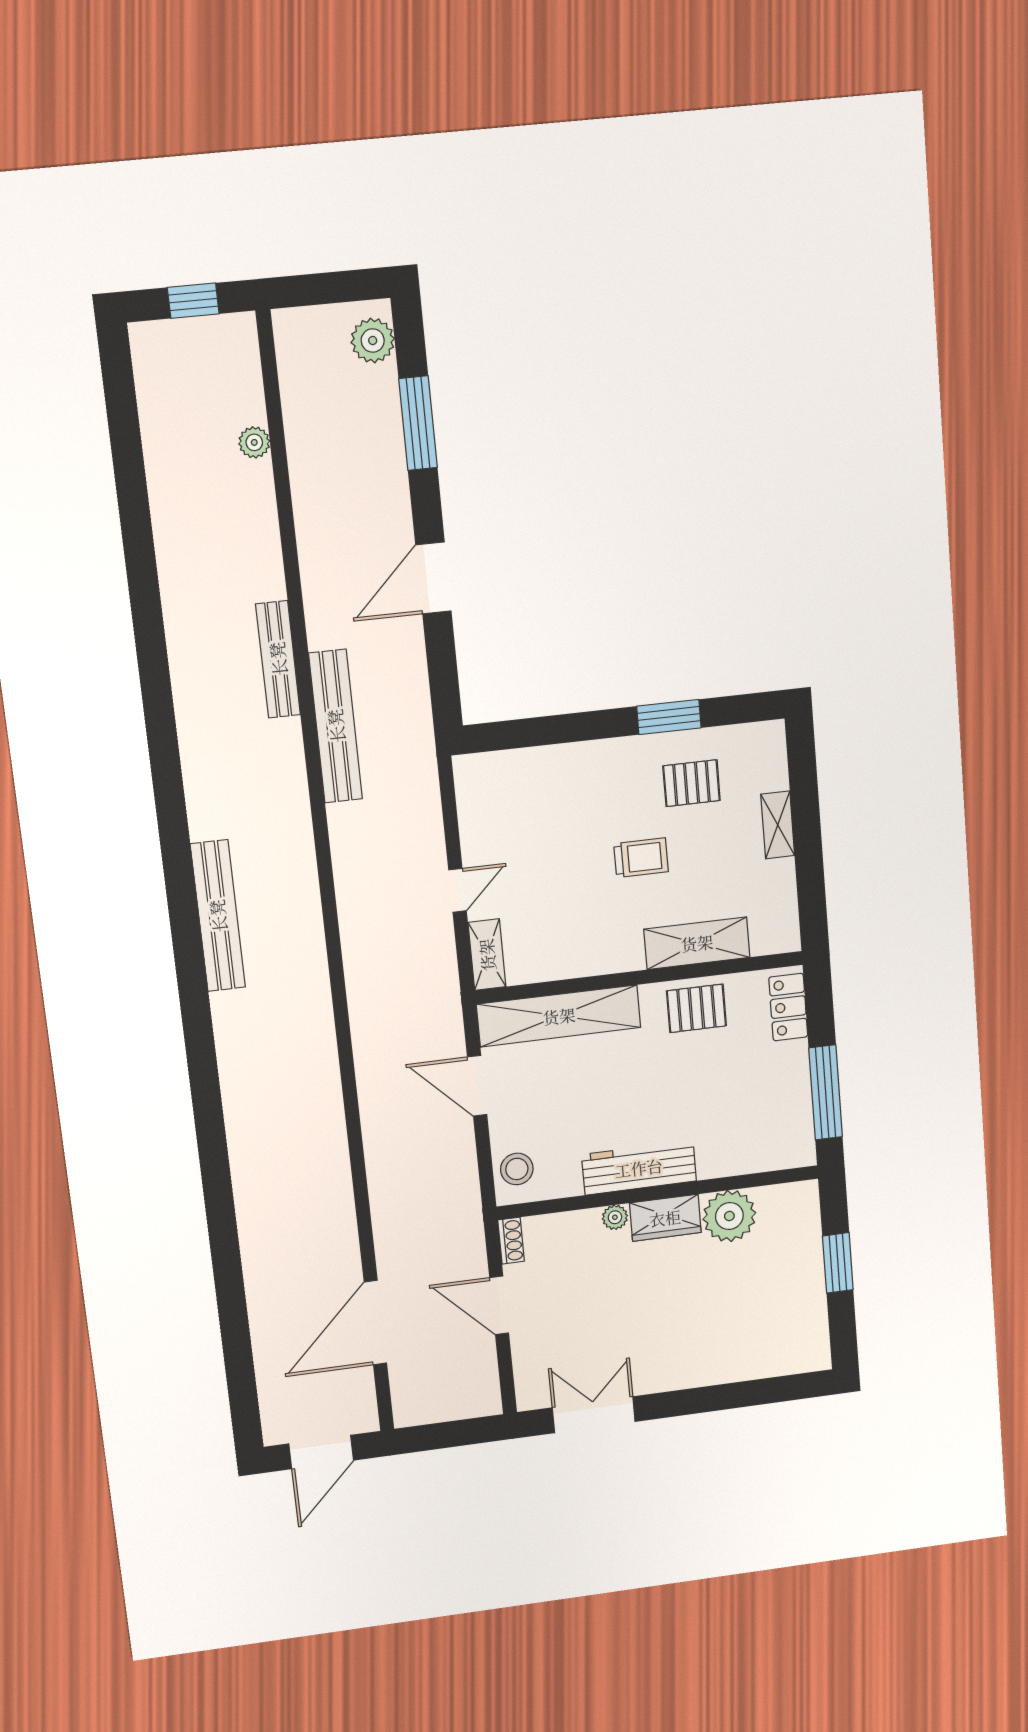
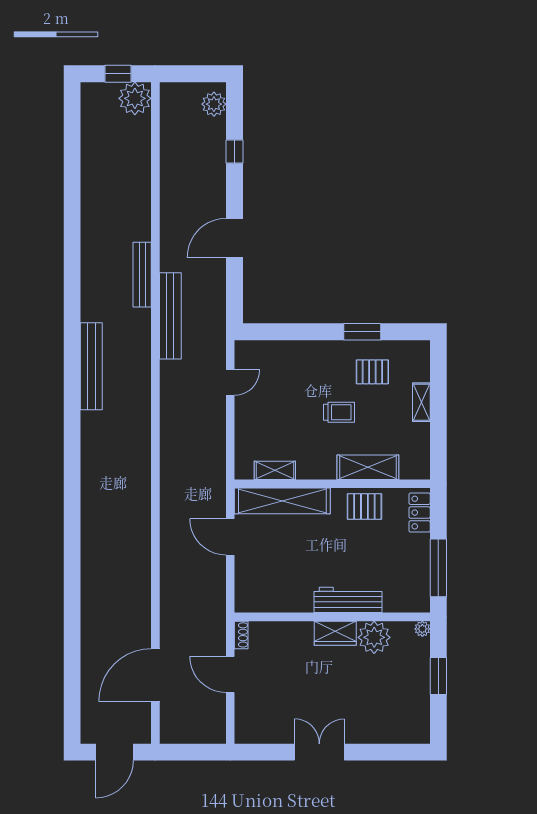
window: (418, 423) -> (234, 151), width x0.46
plant: (254, 442) -> (135, 98), moved, width x1.87, depth x1.87
door: (458, 890) -> (230, 383), moved
bench: (218, 916) -> (91, 366), moved
shelving: (487, 955) -> (275, 470), moved, turned 90
workbench: (639, 1168) -> (348, 600), moved
stool: (517, 1169) -> (249, 591), removed
plant: (615, 1217) -> (422, 629), moved
double door: (594, 1415) -> (319, 752), moved

